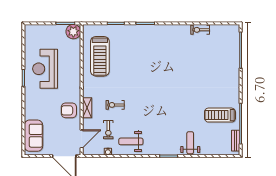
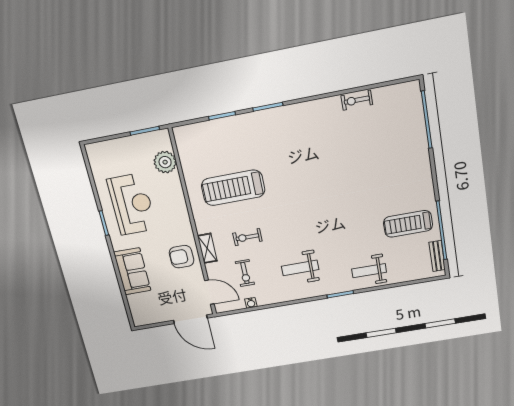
plant: (73, 32) -> (165, 162), moved
treadmill: (100, 56) -> (233, 188), moved, turned 90
reception desk: (45, 69) -> (132, 204), turned 180
sofa: (33, 136) -> (132, 271), moved
door: (82, 139) -> (209, 292), hinge flipped
weight bench: (131, 141) -> (300, 268), moved
weight bench: (190, 143) -> (369, 271), turned -90

